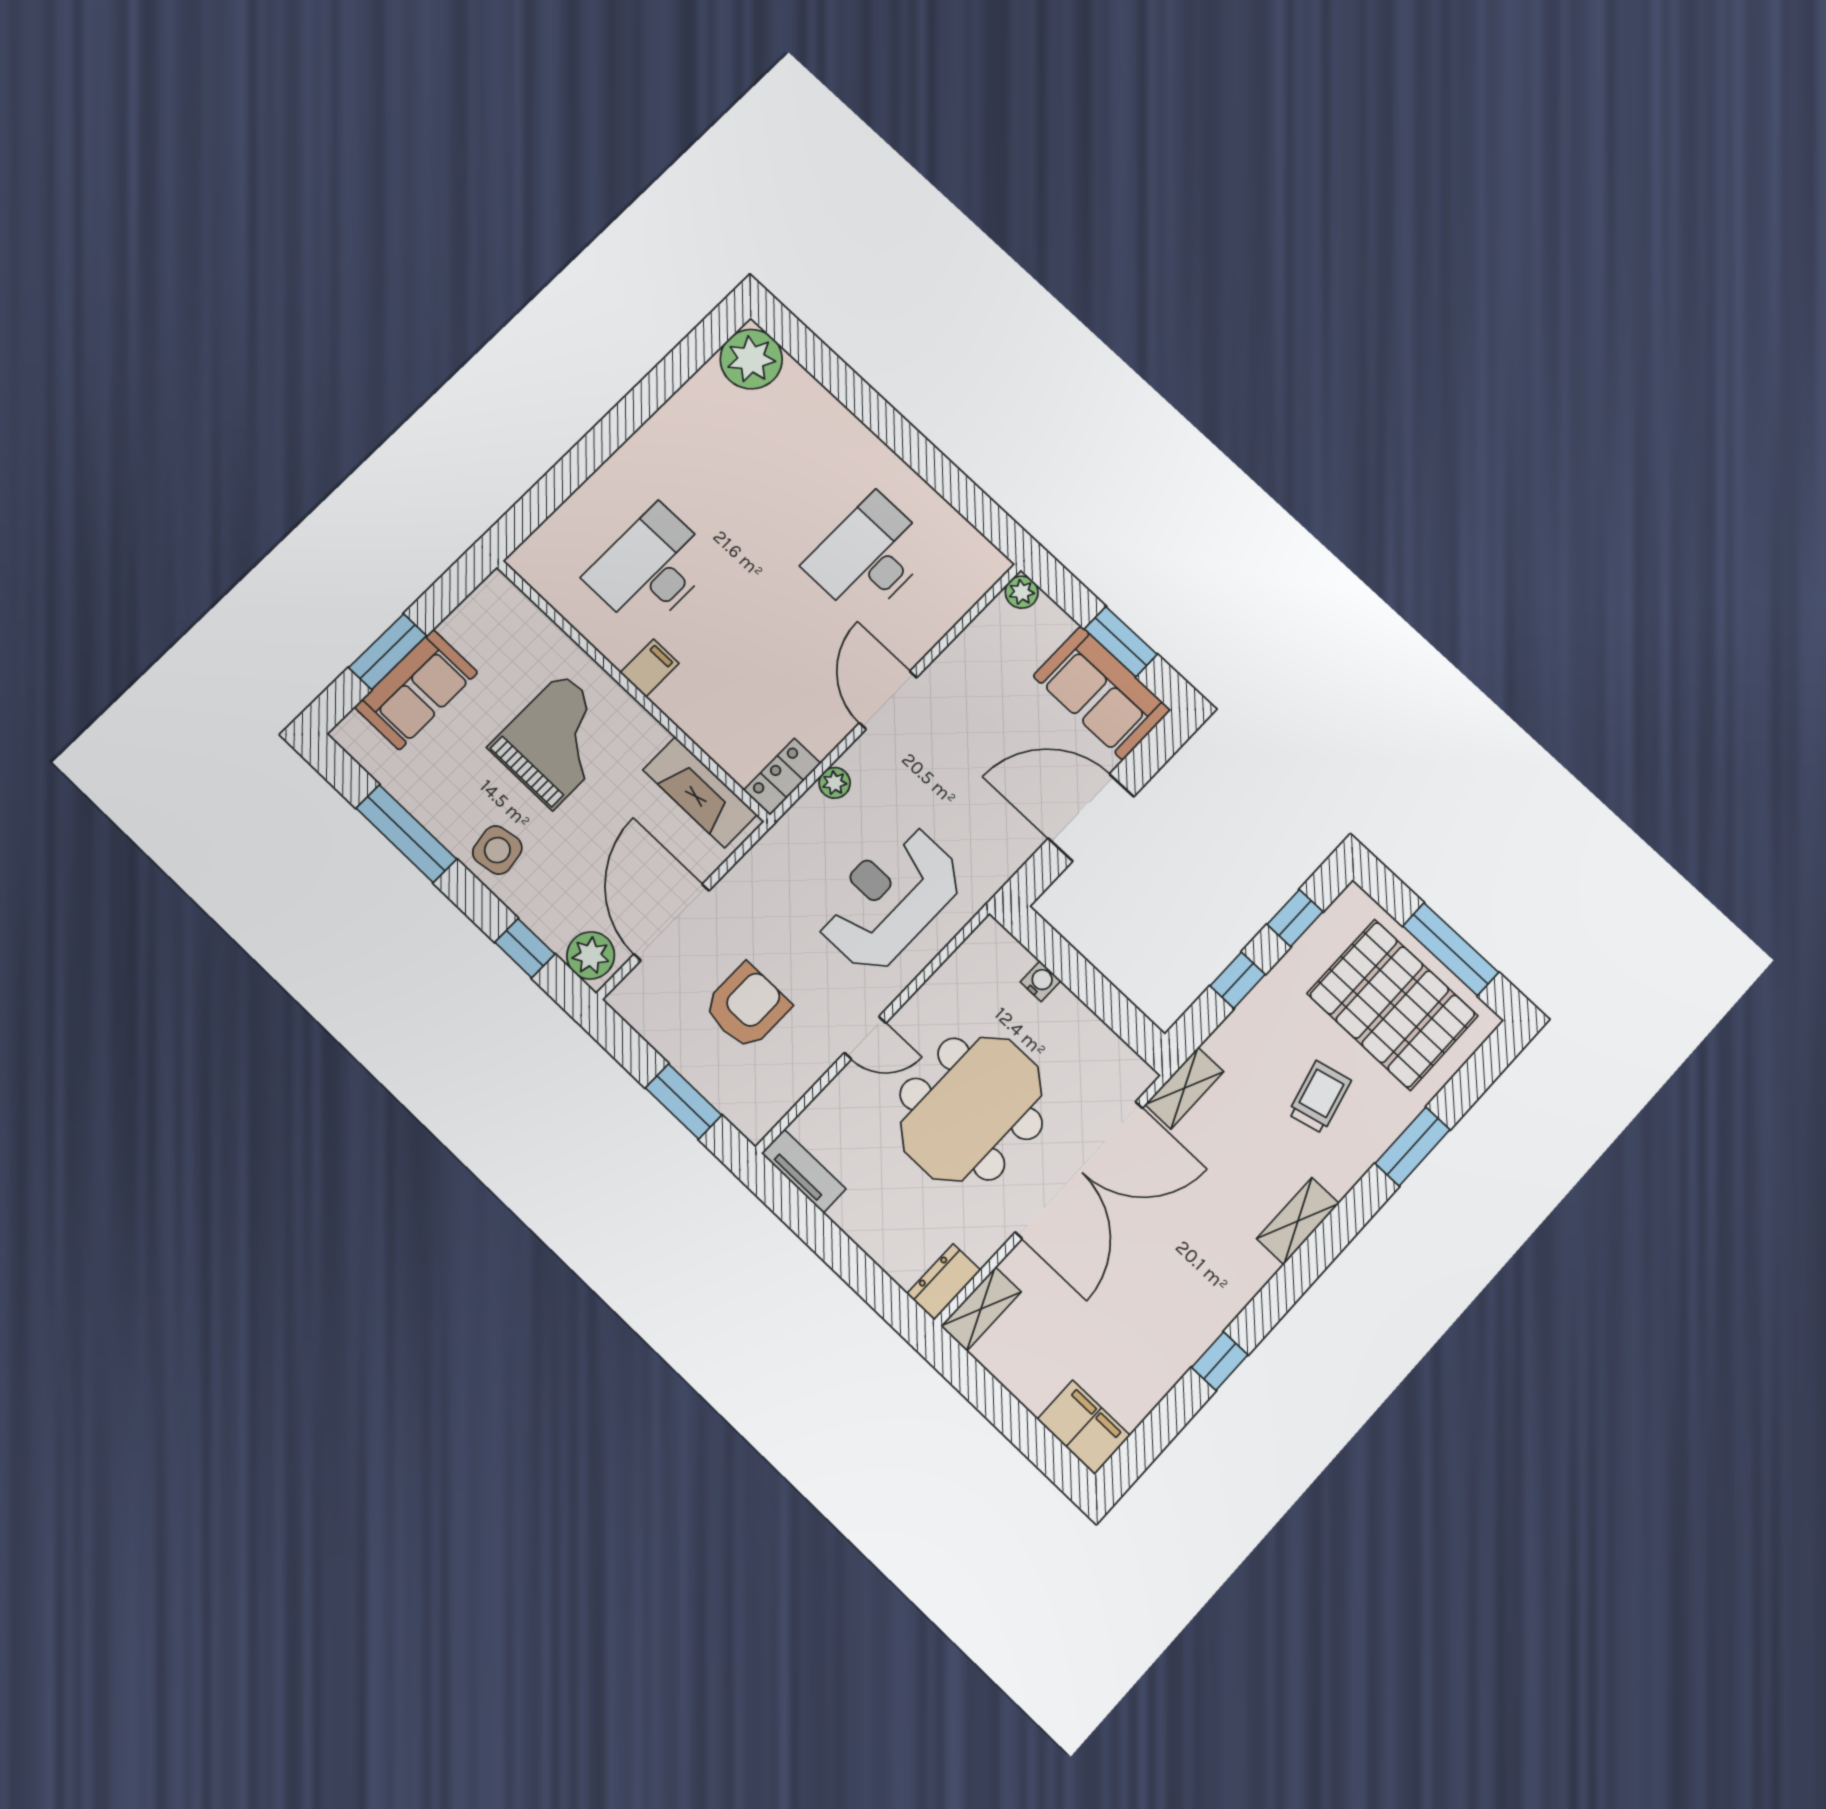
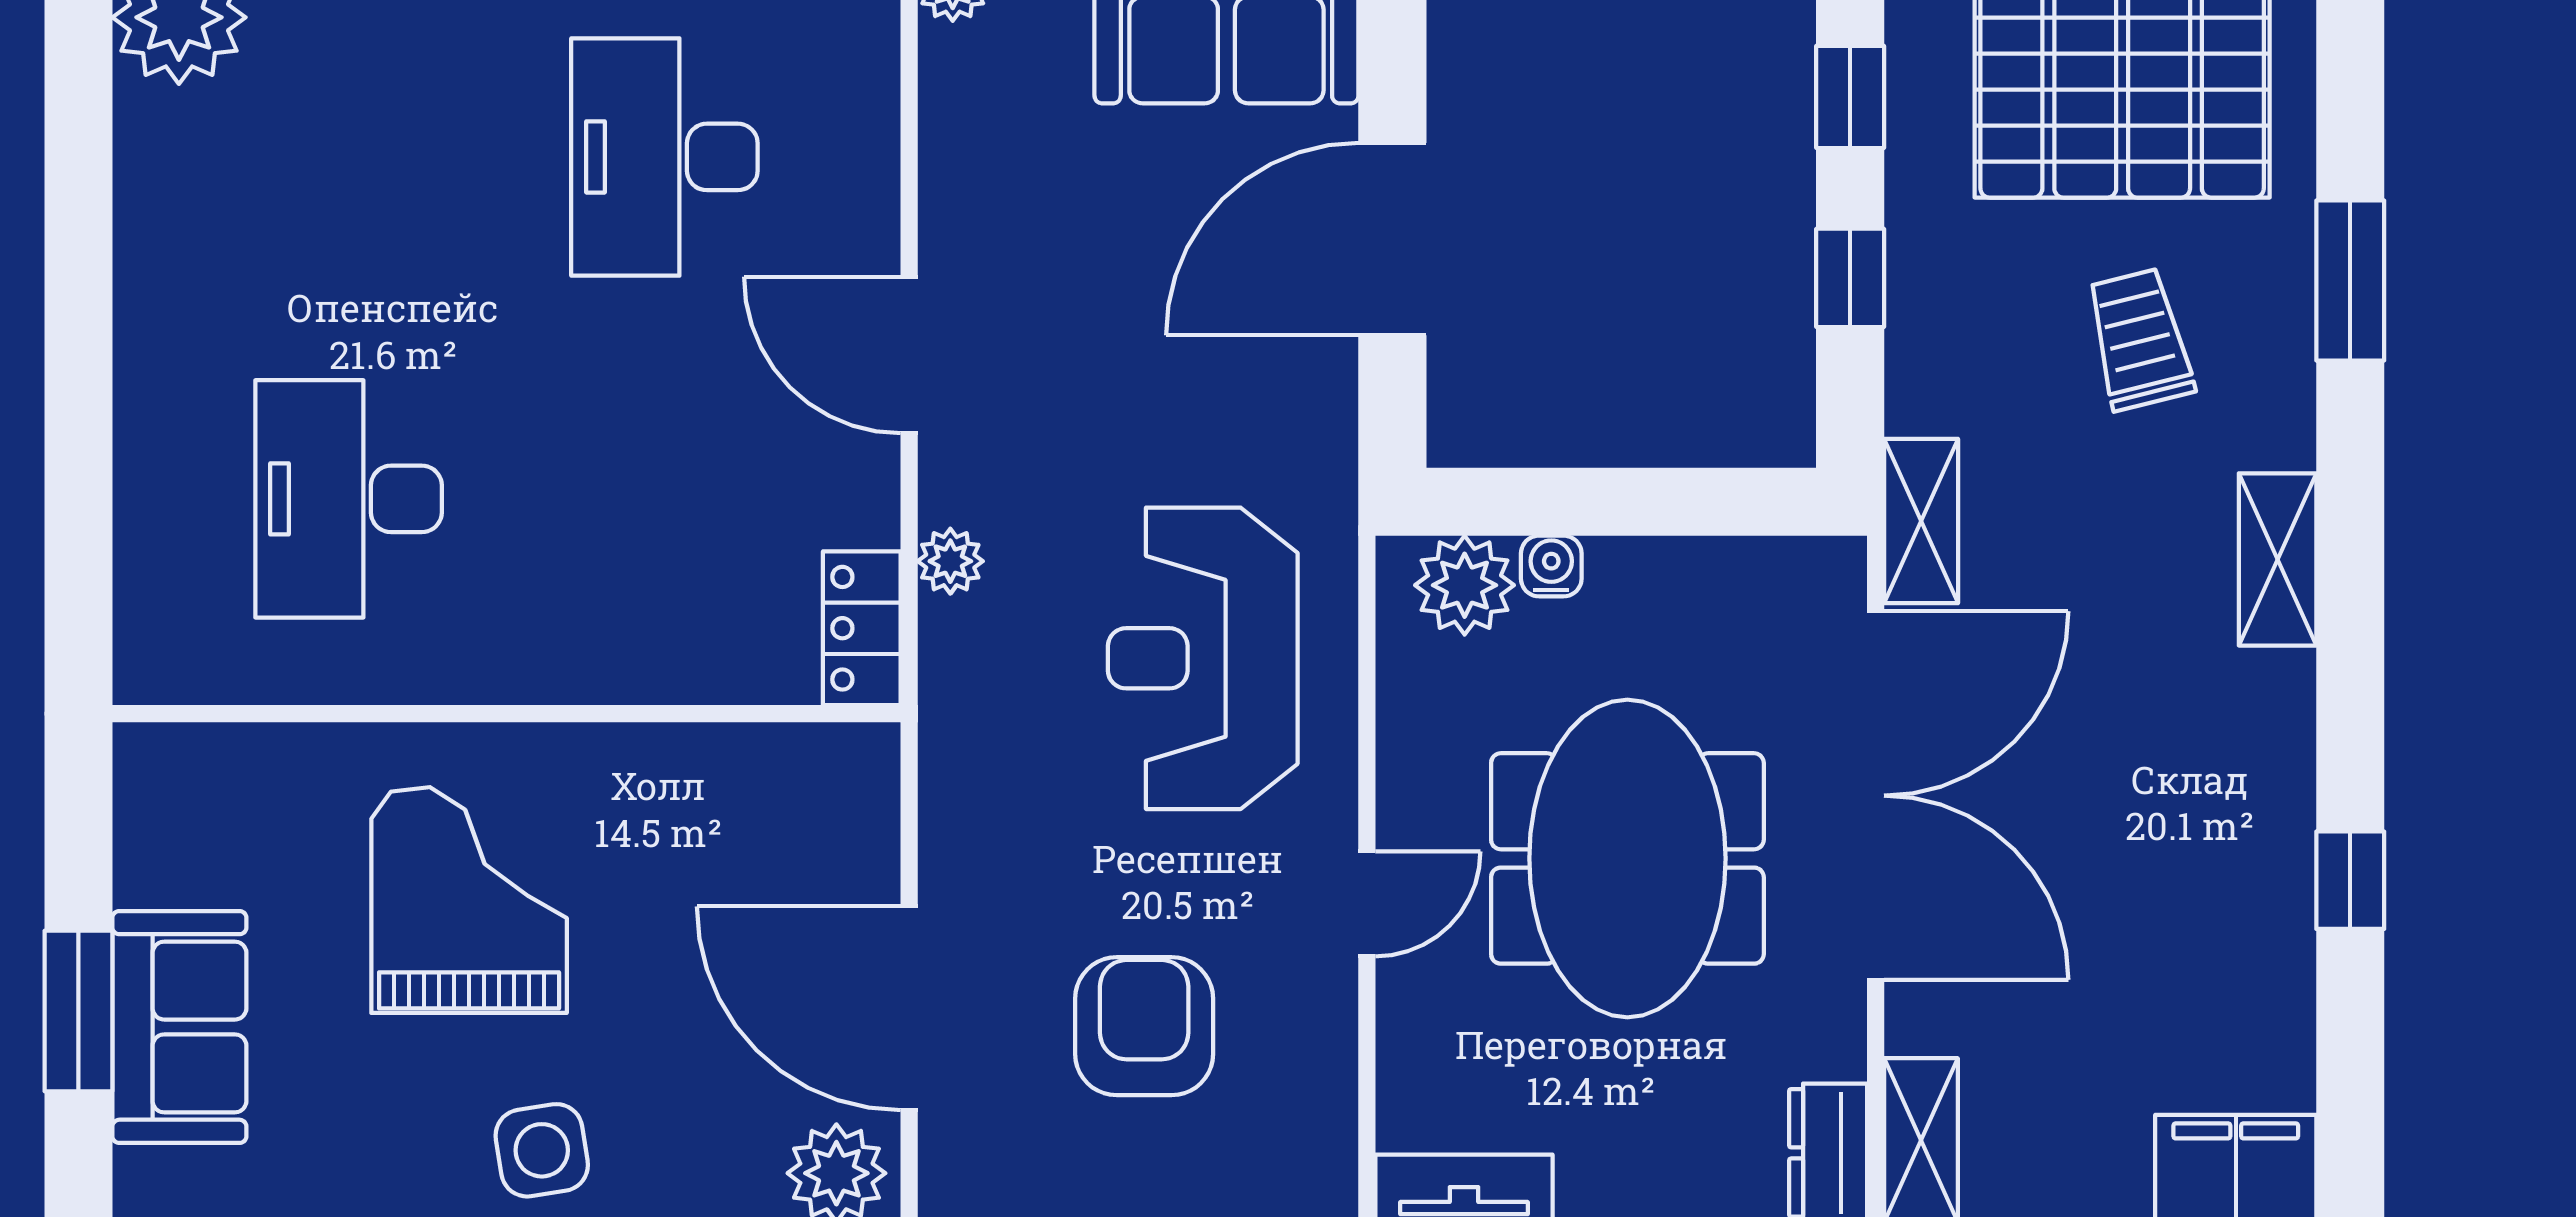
filing cabinet: (650, 668) -> (498, 655), removed
fireplace: (700, 792) -> (760, 771), removed
plant: (1004, 959) -> (1465, 585), added

